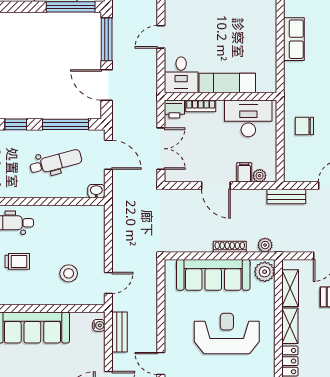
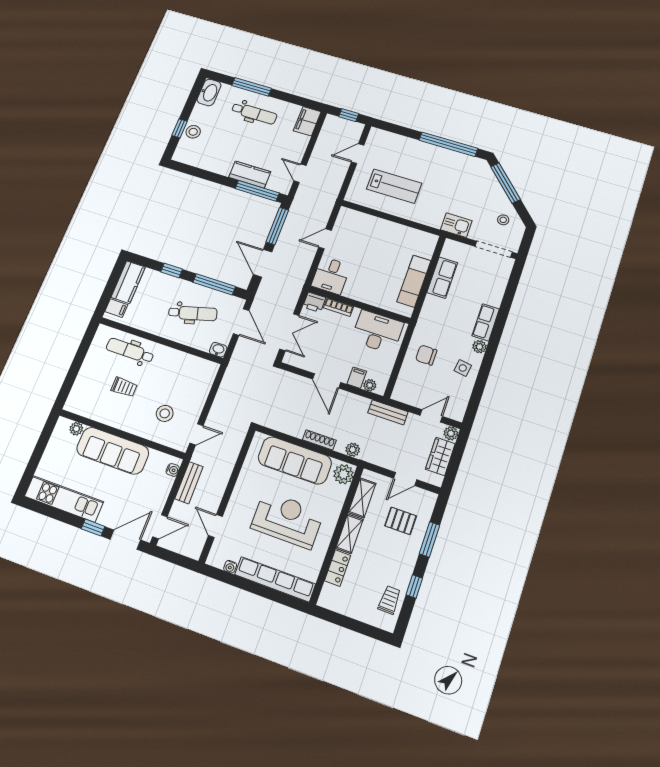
exam couch: (227, 83) -> (414, 281), moved, turned -90

